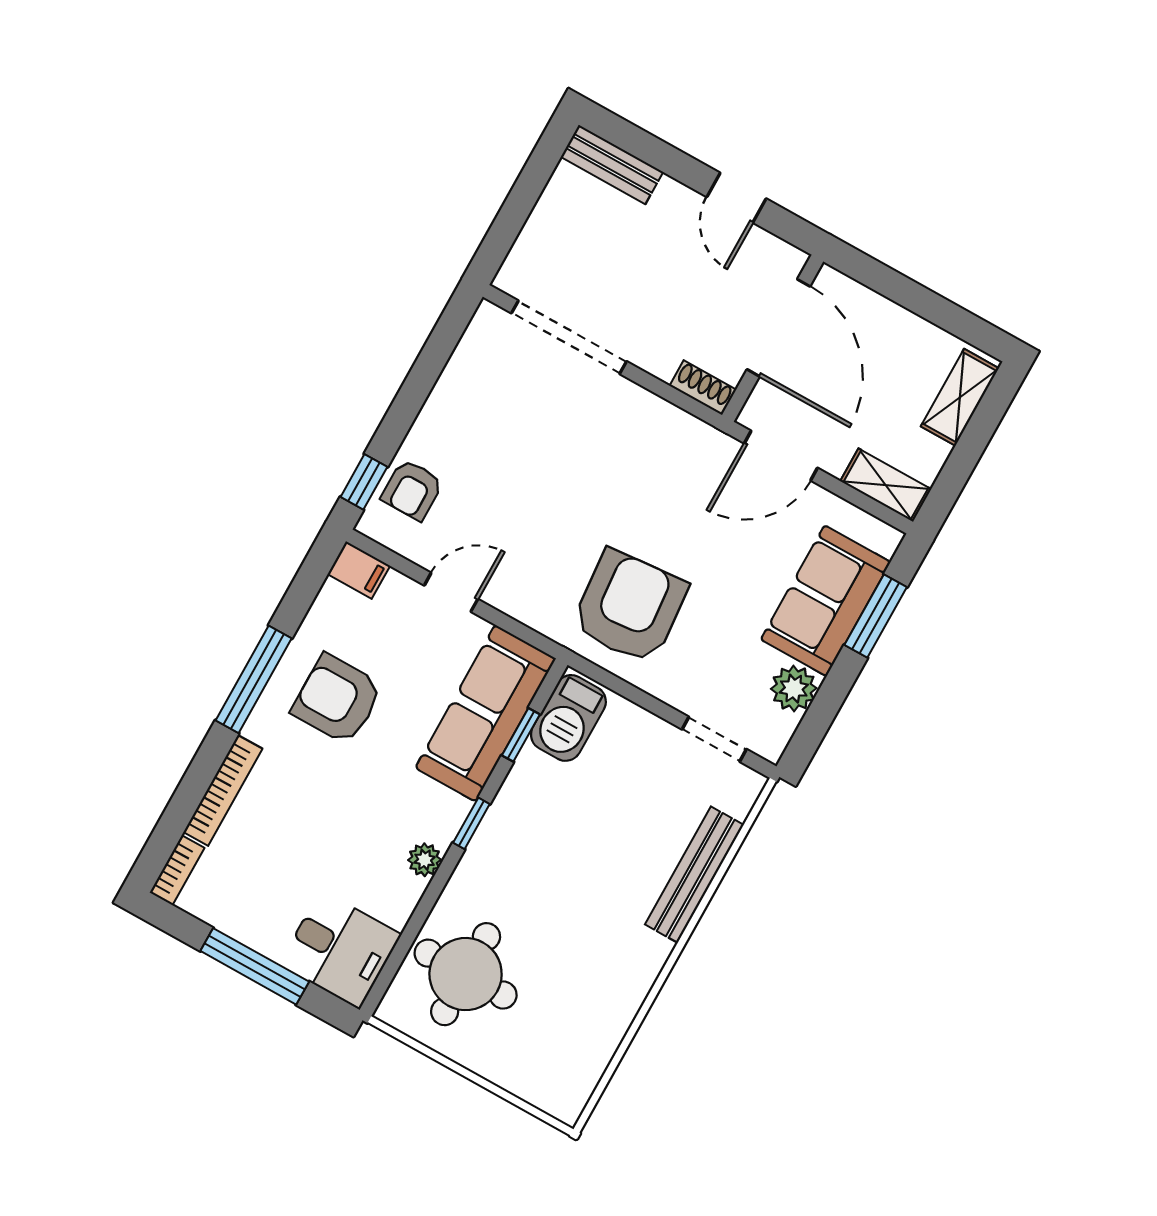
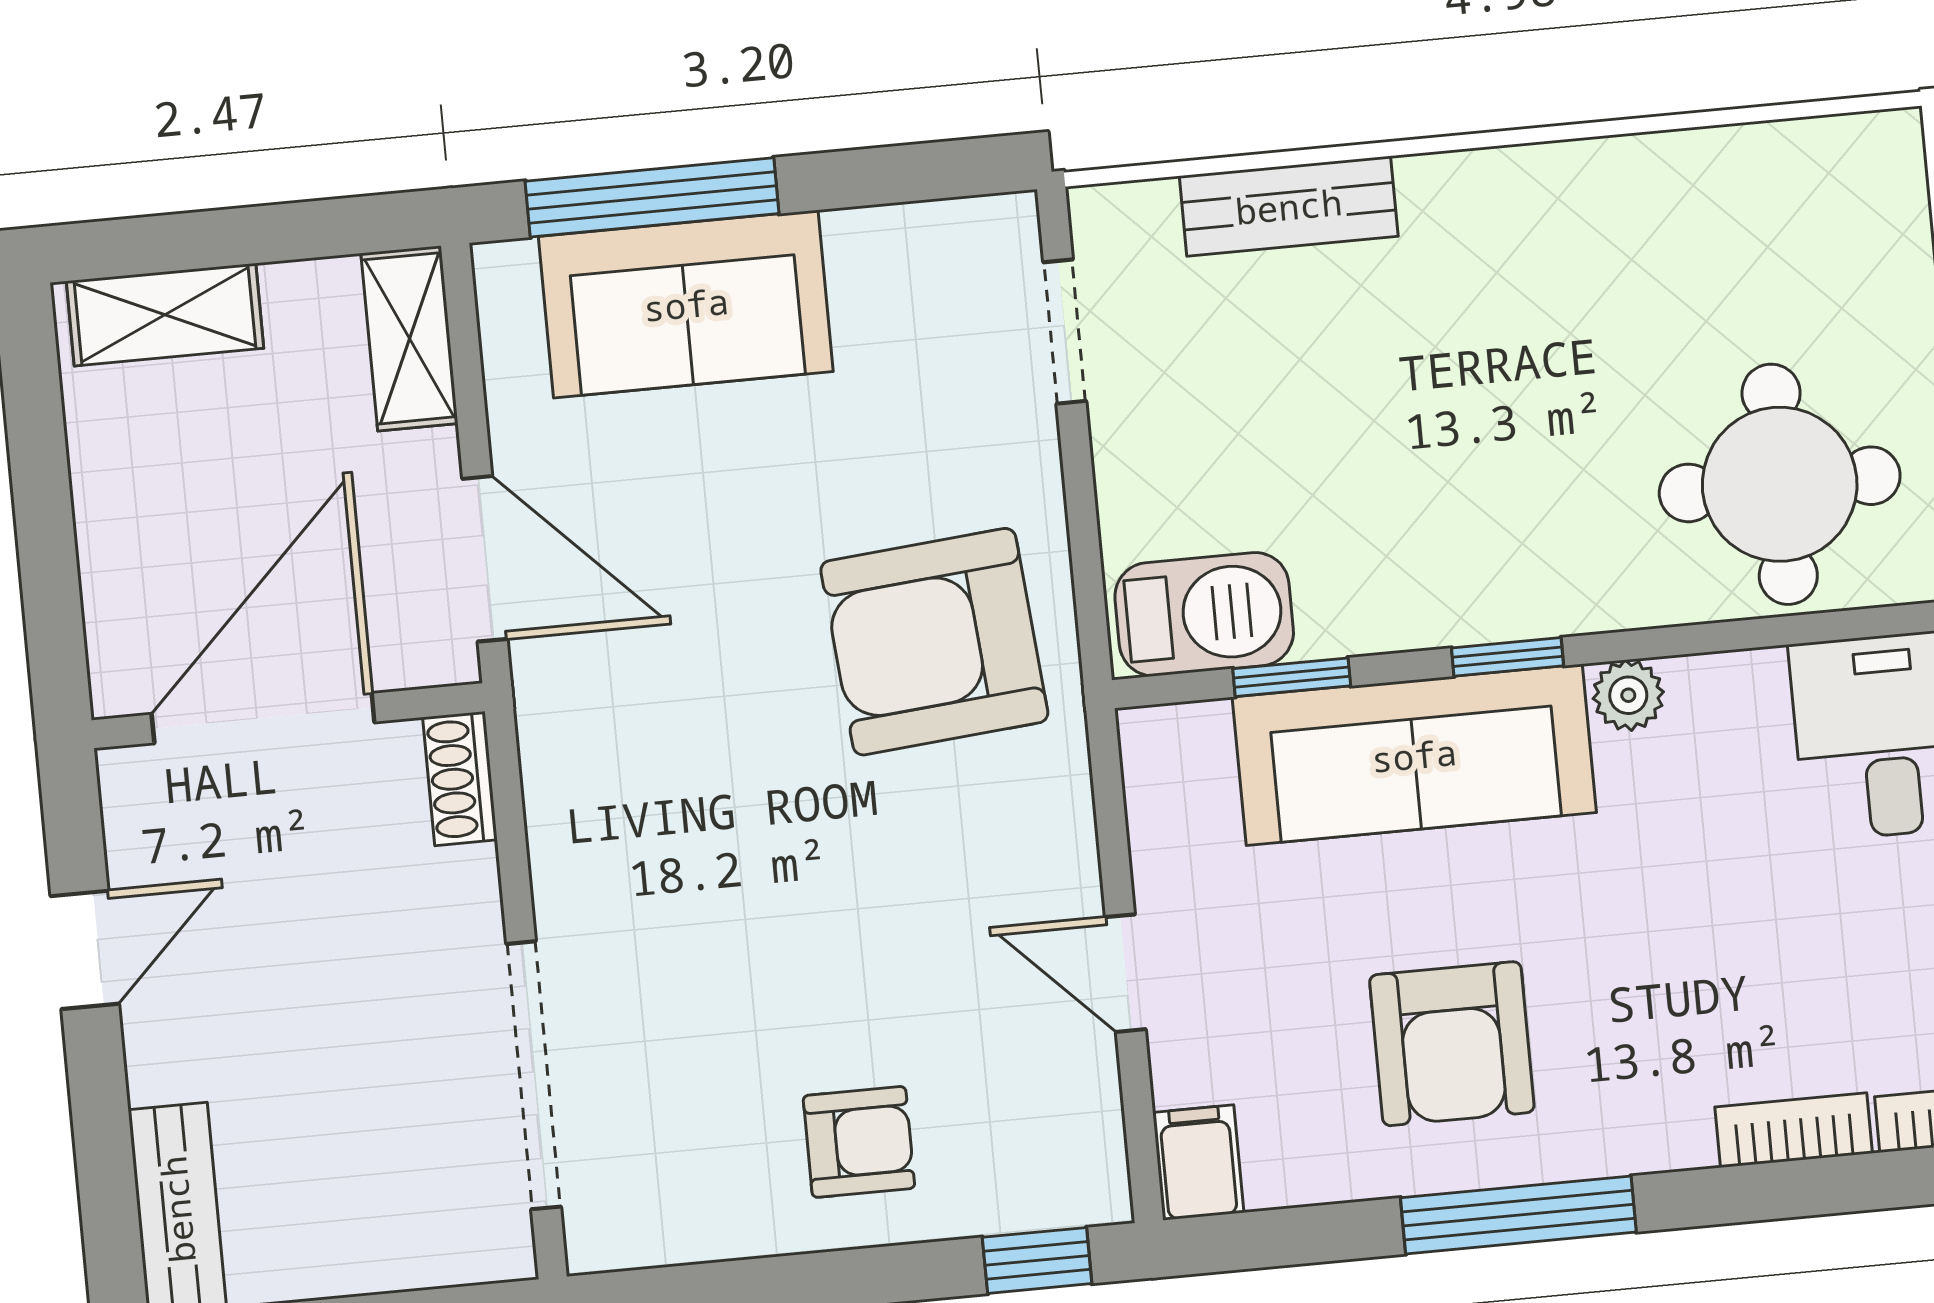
armchair: (412, 490) -> (859, 1142), moved
window: (876, 616) -> (652, 197), width x1.44
plant: (794, 689) -> (879, 253), removed
sofa: (485, 713) -> (1414, 755), moved
bookcase: (223, 790) -> (1794, 1130), width x0.64
bench: (694, 875) -> (1289, 206), width x0.73

